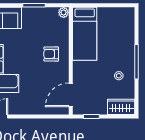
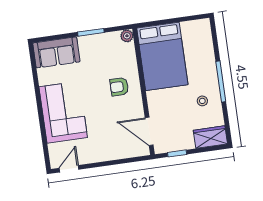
bed: (85, 34) -> (162, 56), width x1.50
door: (71, 95) -> (149, 131), hinge flipped

